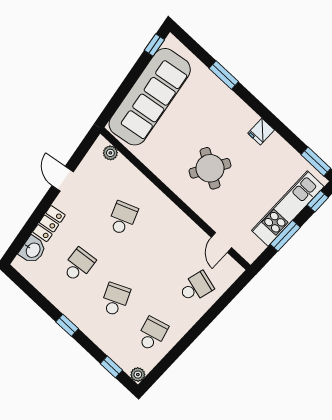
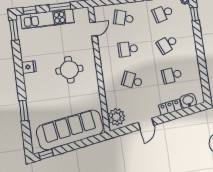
plant: (110, 153) -> (116, 117), width x1.87, depth x1.87
round table: (210, 168) -> (69, 70), turned -31
school desk: (123, 218) -> (132, 80), turned 45
school desk: (159, 253) -> (128, 49), added
window: (67, 325) -> (200, 51), removed

